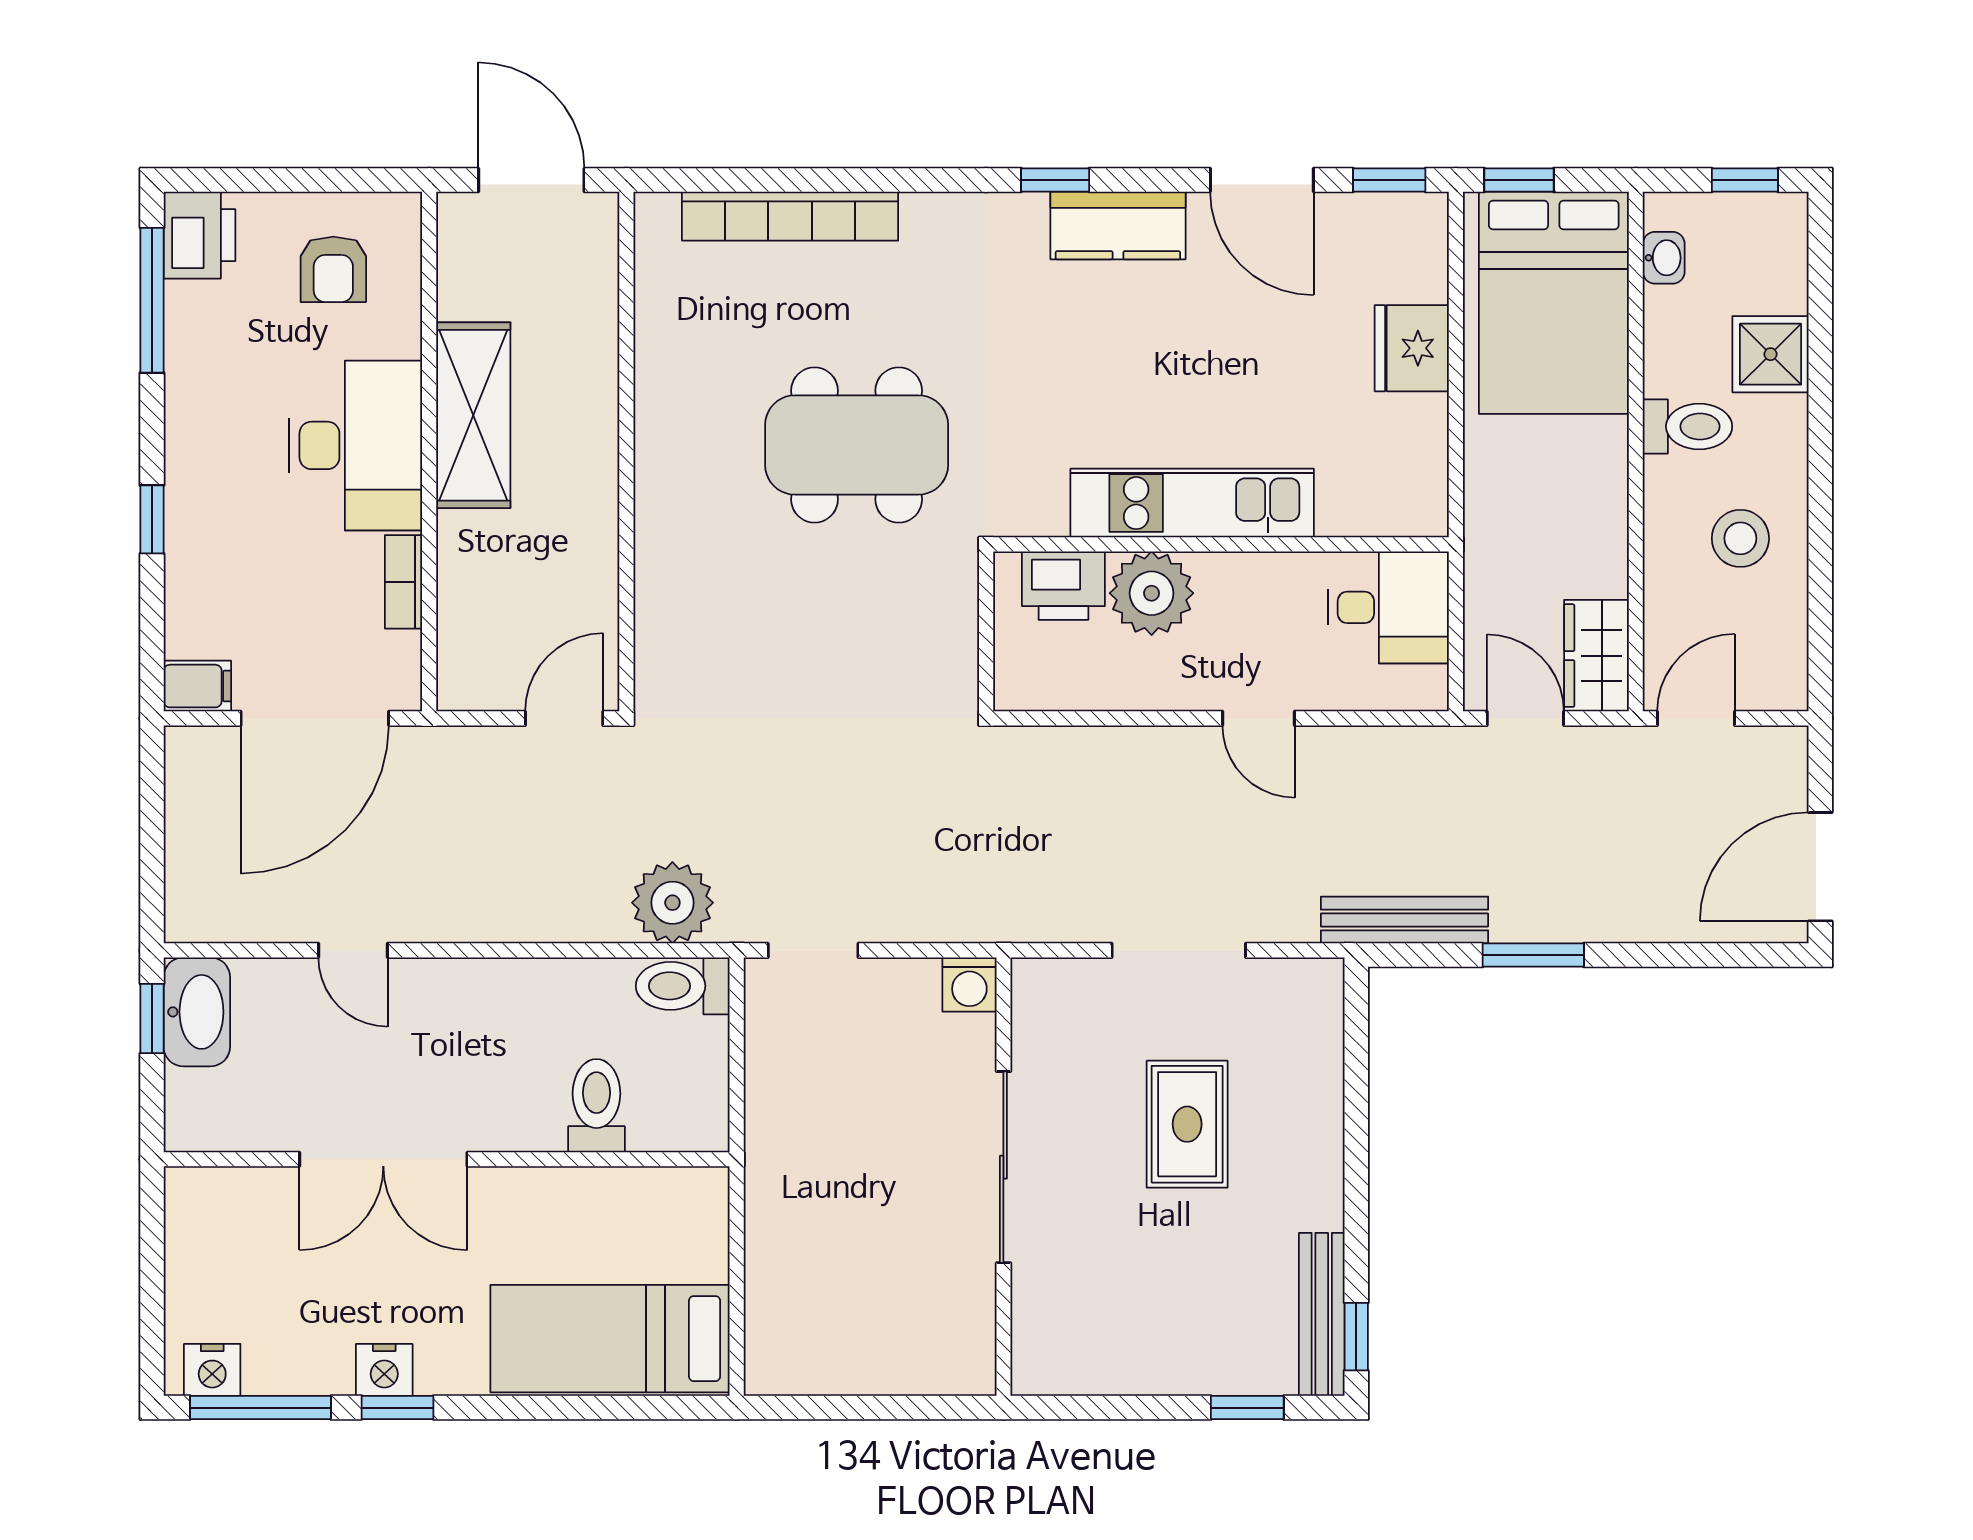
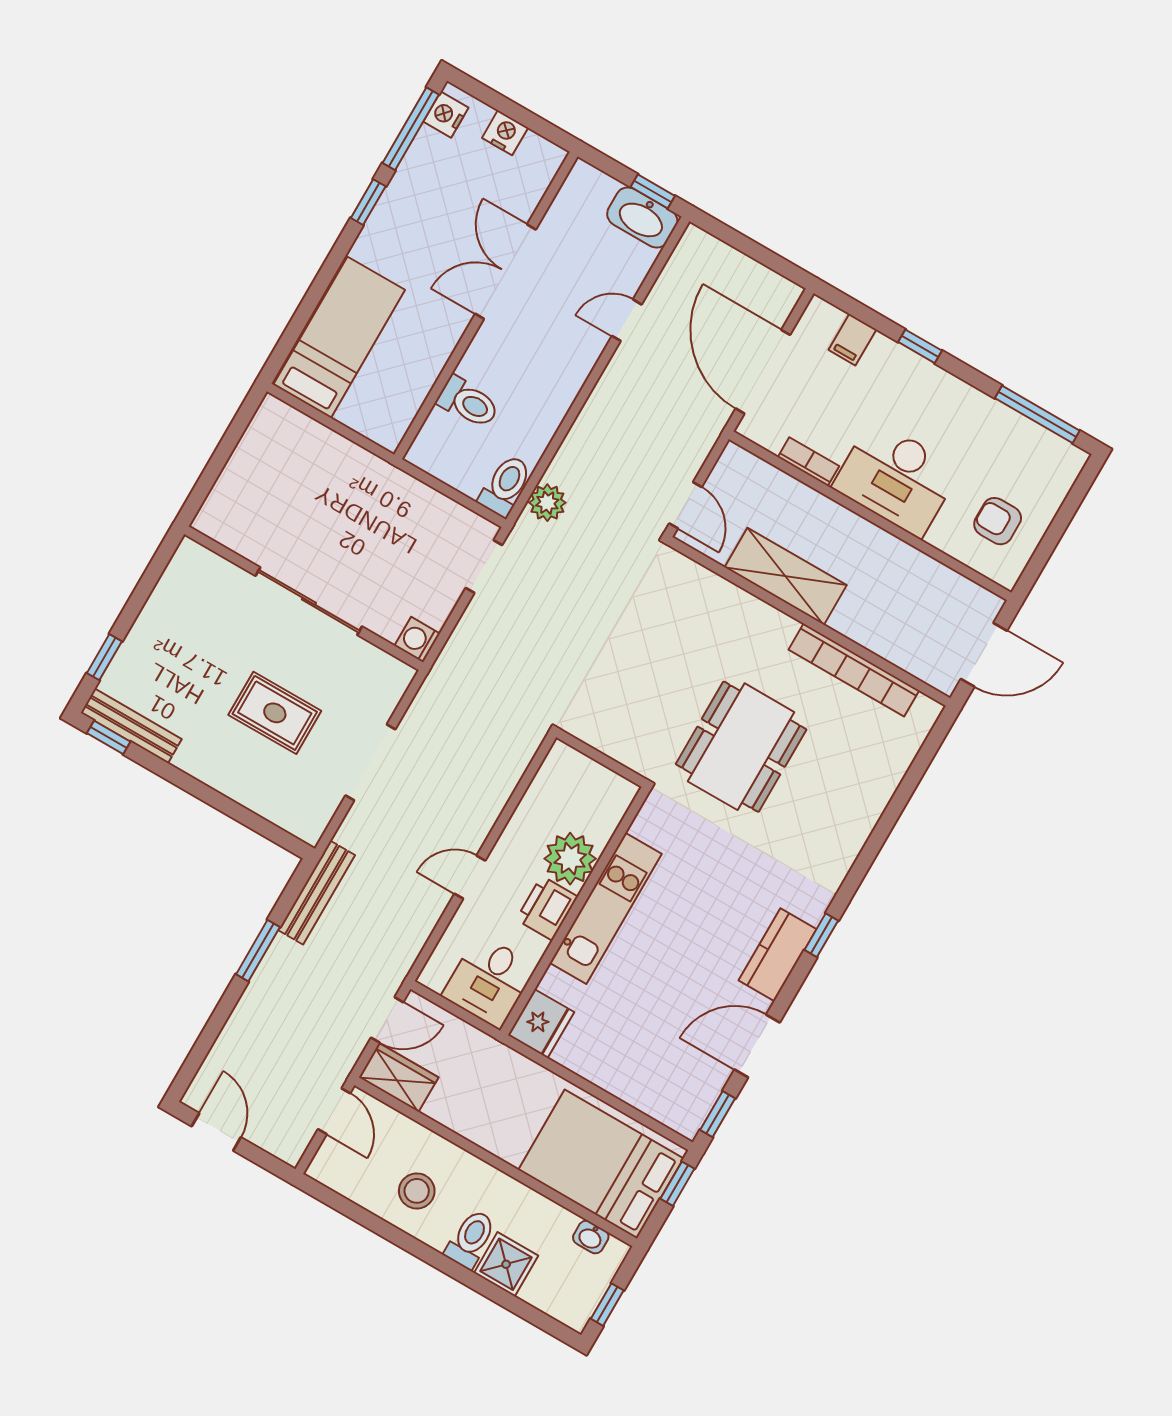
bookcase: (790, 216) -> (854, 670), moved, turned -90
printer: (199, 235) -> (1057, 460), removed
fridge: (1412, 348) -> (541, 1024), moved, turned 90
shelving: (473, 415) -> (786, 576), moved
toilet: (1687, 426) -> (471, 1239), moved, turned 180
printer: (1063, 586) -> (547, 908), moved
filing cabinet: (197, 686) -> (852, 340), moved
door: (1820, 867) -> (216, 1132), width x0.73
plant: (672, 903) -> (547, 503), width x0.73, depth x0.73
nightstand: (384, 1370) -> (505, 133), moved, turned 90

